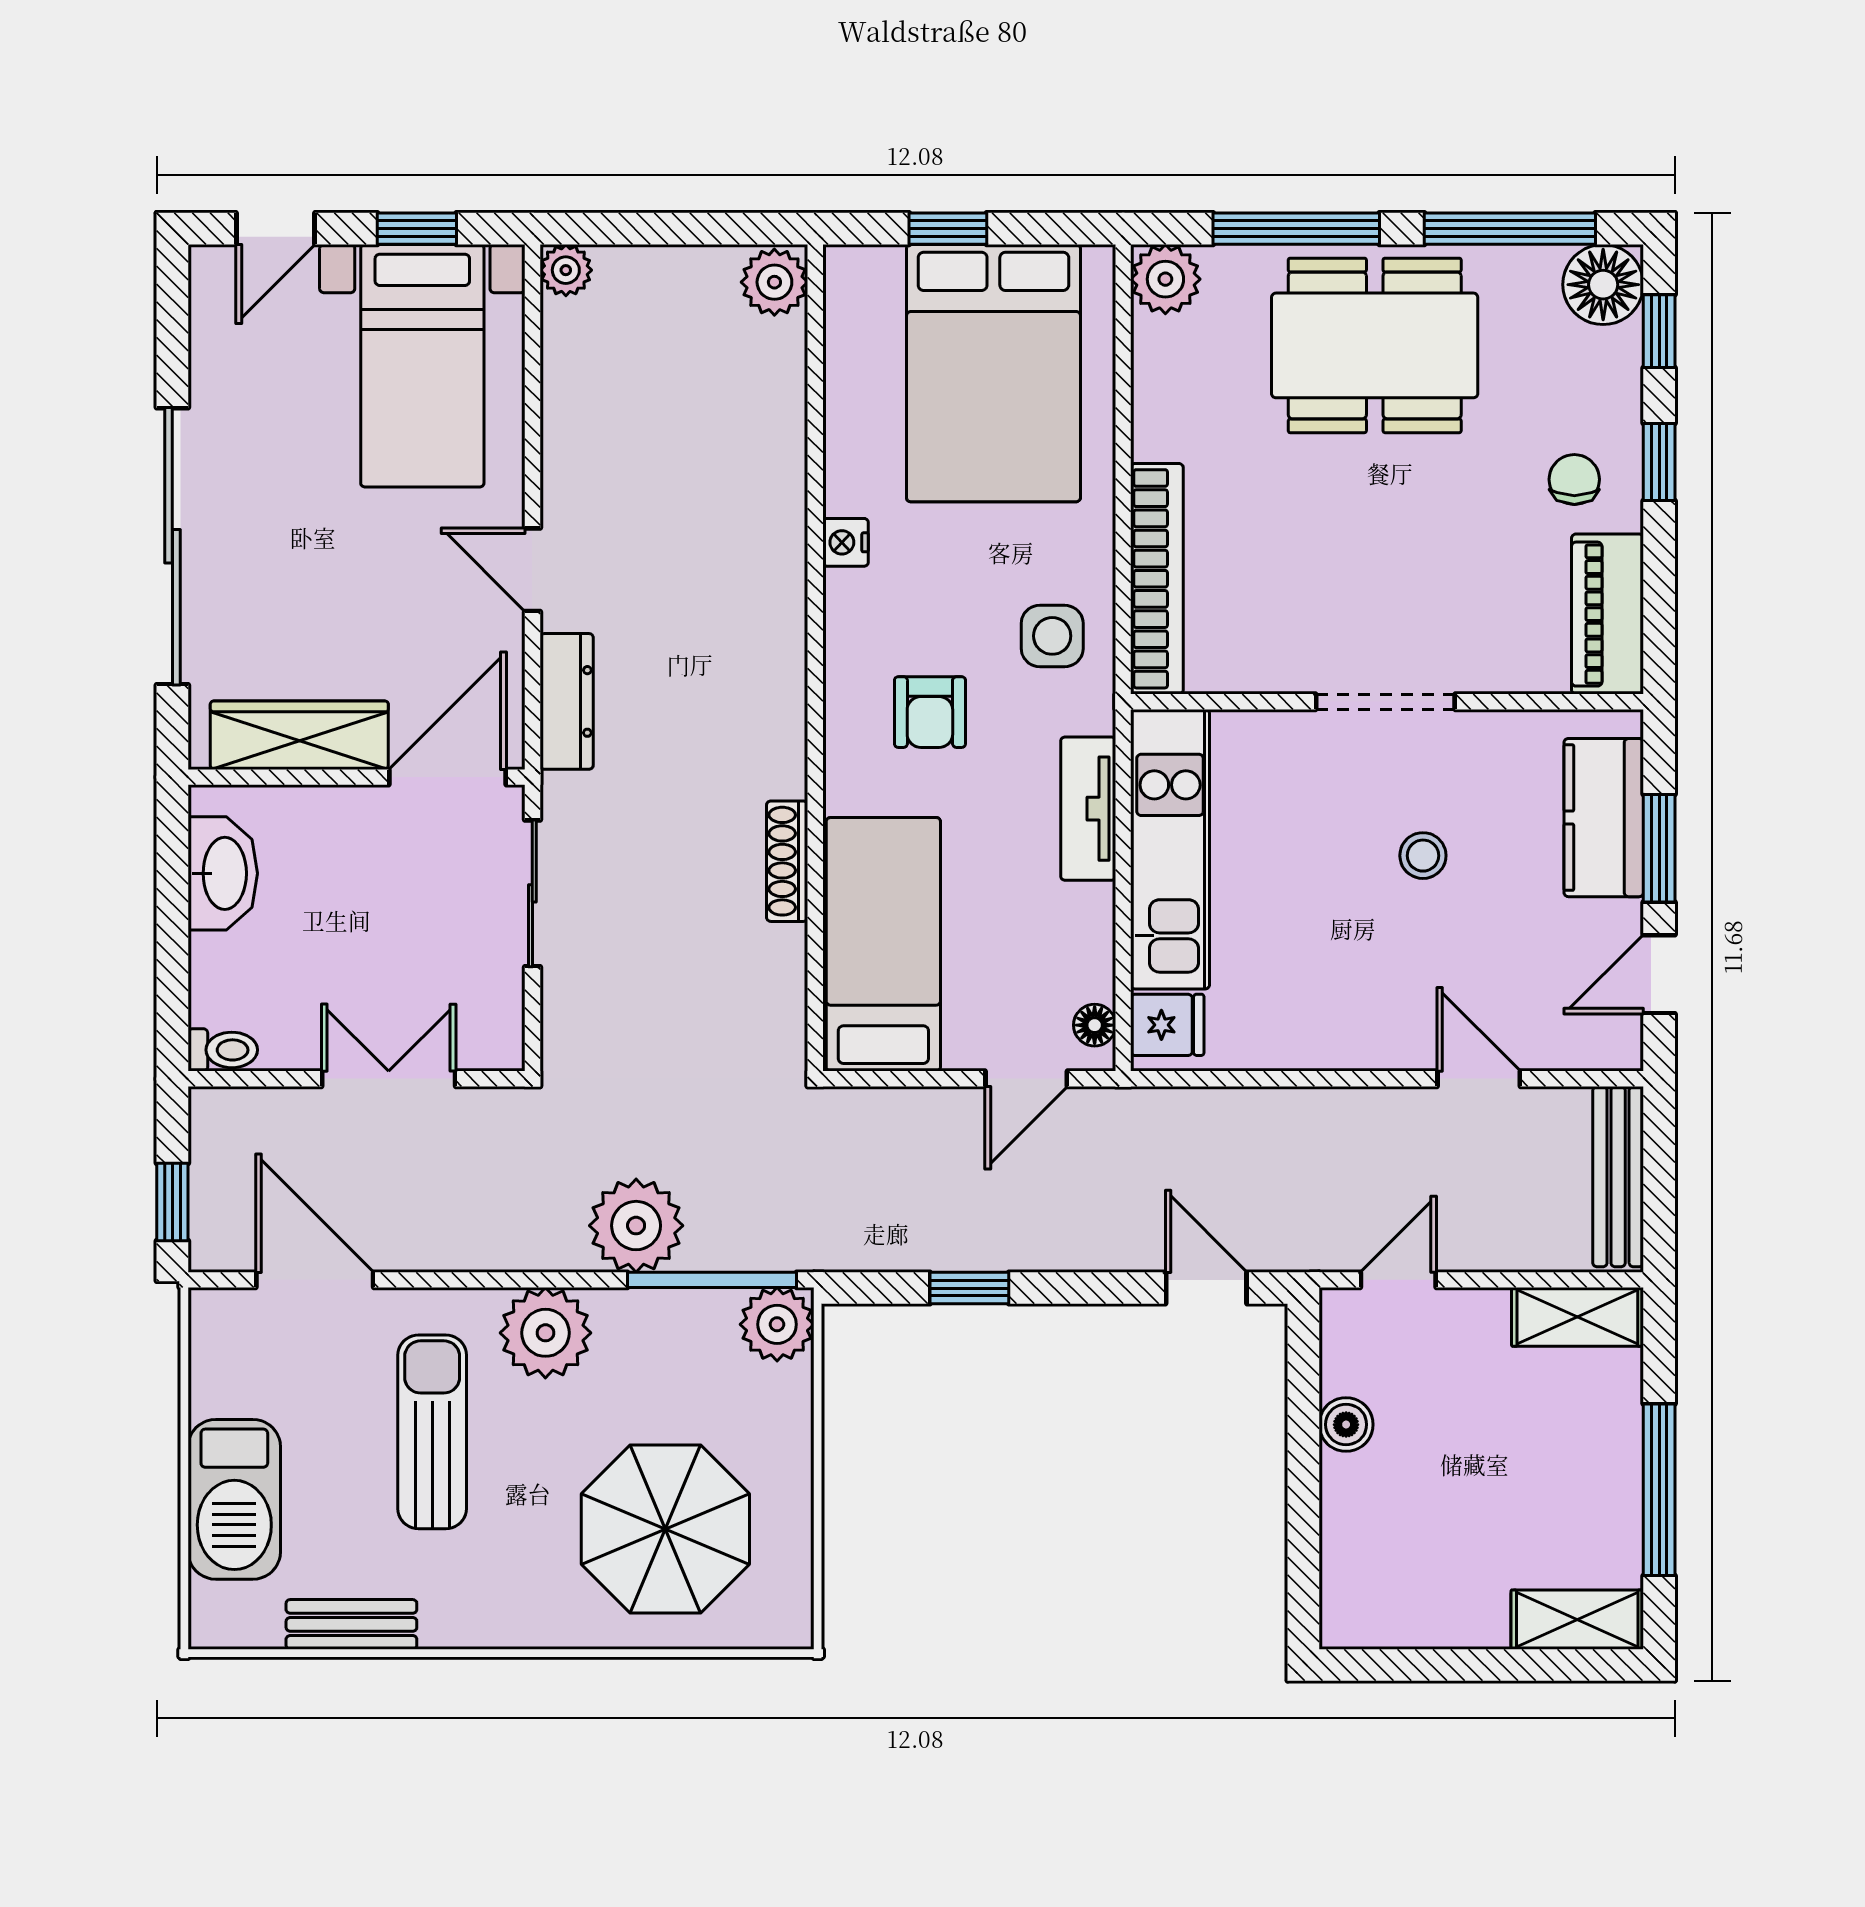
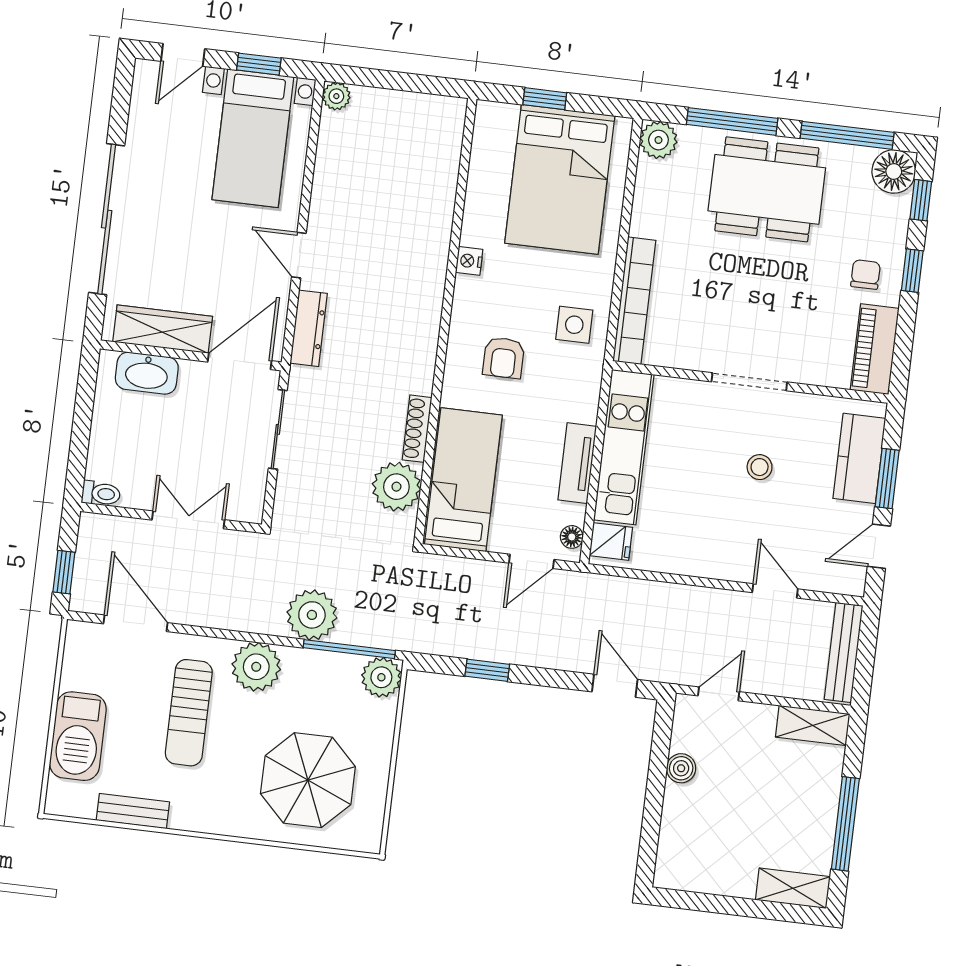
plant: (774, 282) -> (396, 487), moved, width x1.36, depth x1.36
tv unit: (1088, 809) -> (577, 463), moved
washbasin: (223, 873) -> (147, 373), moved, turned 90
sun lounger: (432, 1432) -> (189, 713), turned 180

